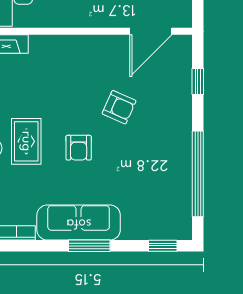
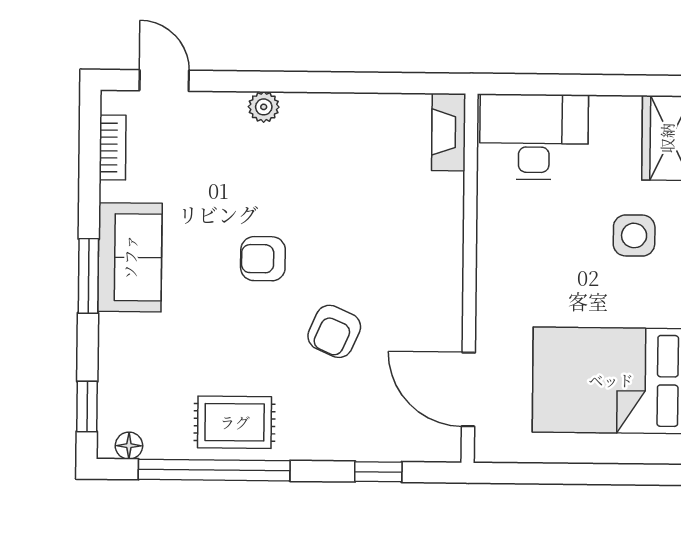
rug: (26, 141) -> (235, 422), moved
floor lamp: (185, 222) -> (129, 446), added
sofa: (79, 223) -> (130, 257), width x0.73

